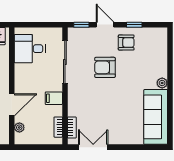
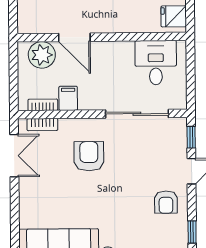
window: (134, 25) -> (192, 232), moved
armchair: (105, 67) -> (89, 156), moved
filing cabinet: (54, 98) -> (68, 98), moved
plant: (19, 127) -> (42, 55), width x1.88, depth x1.88

